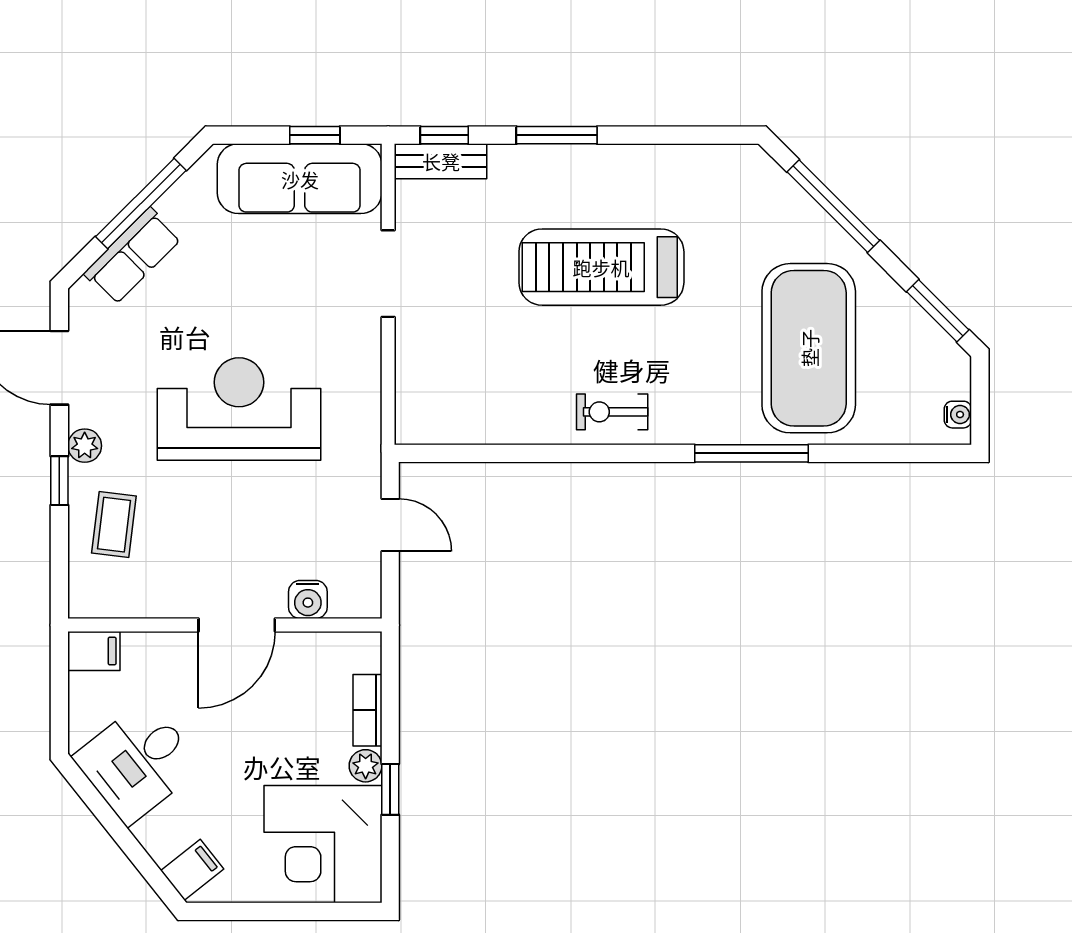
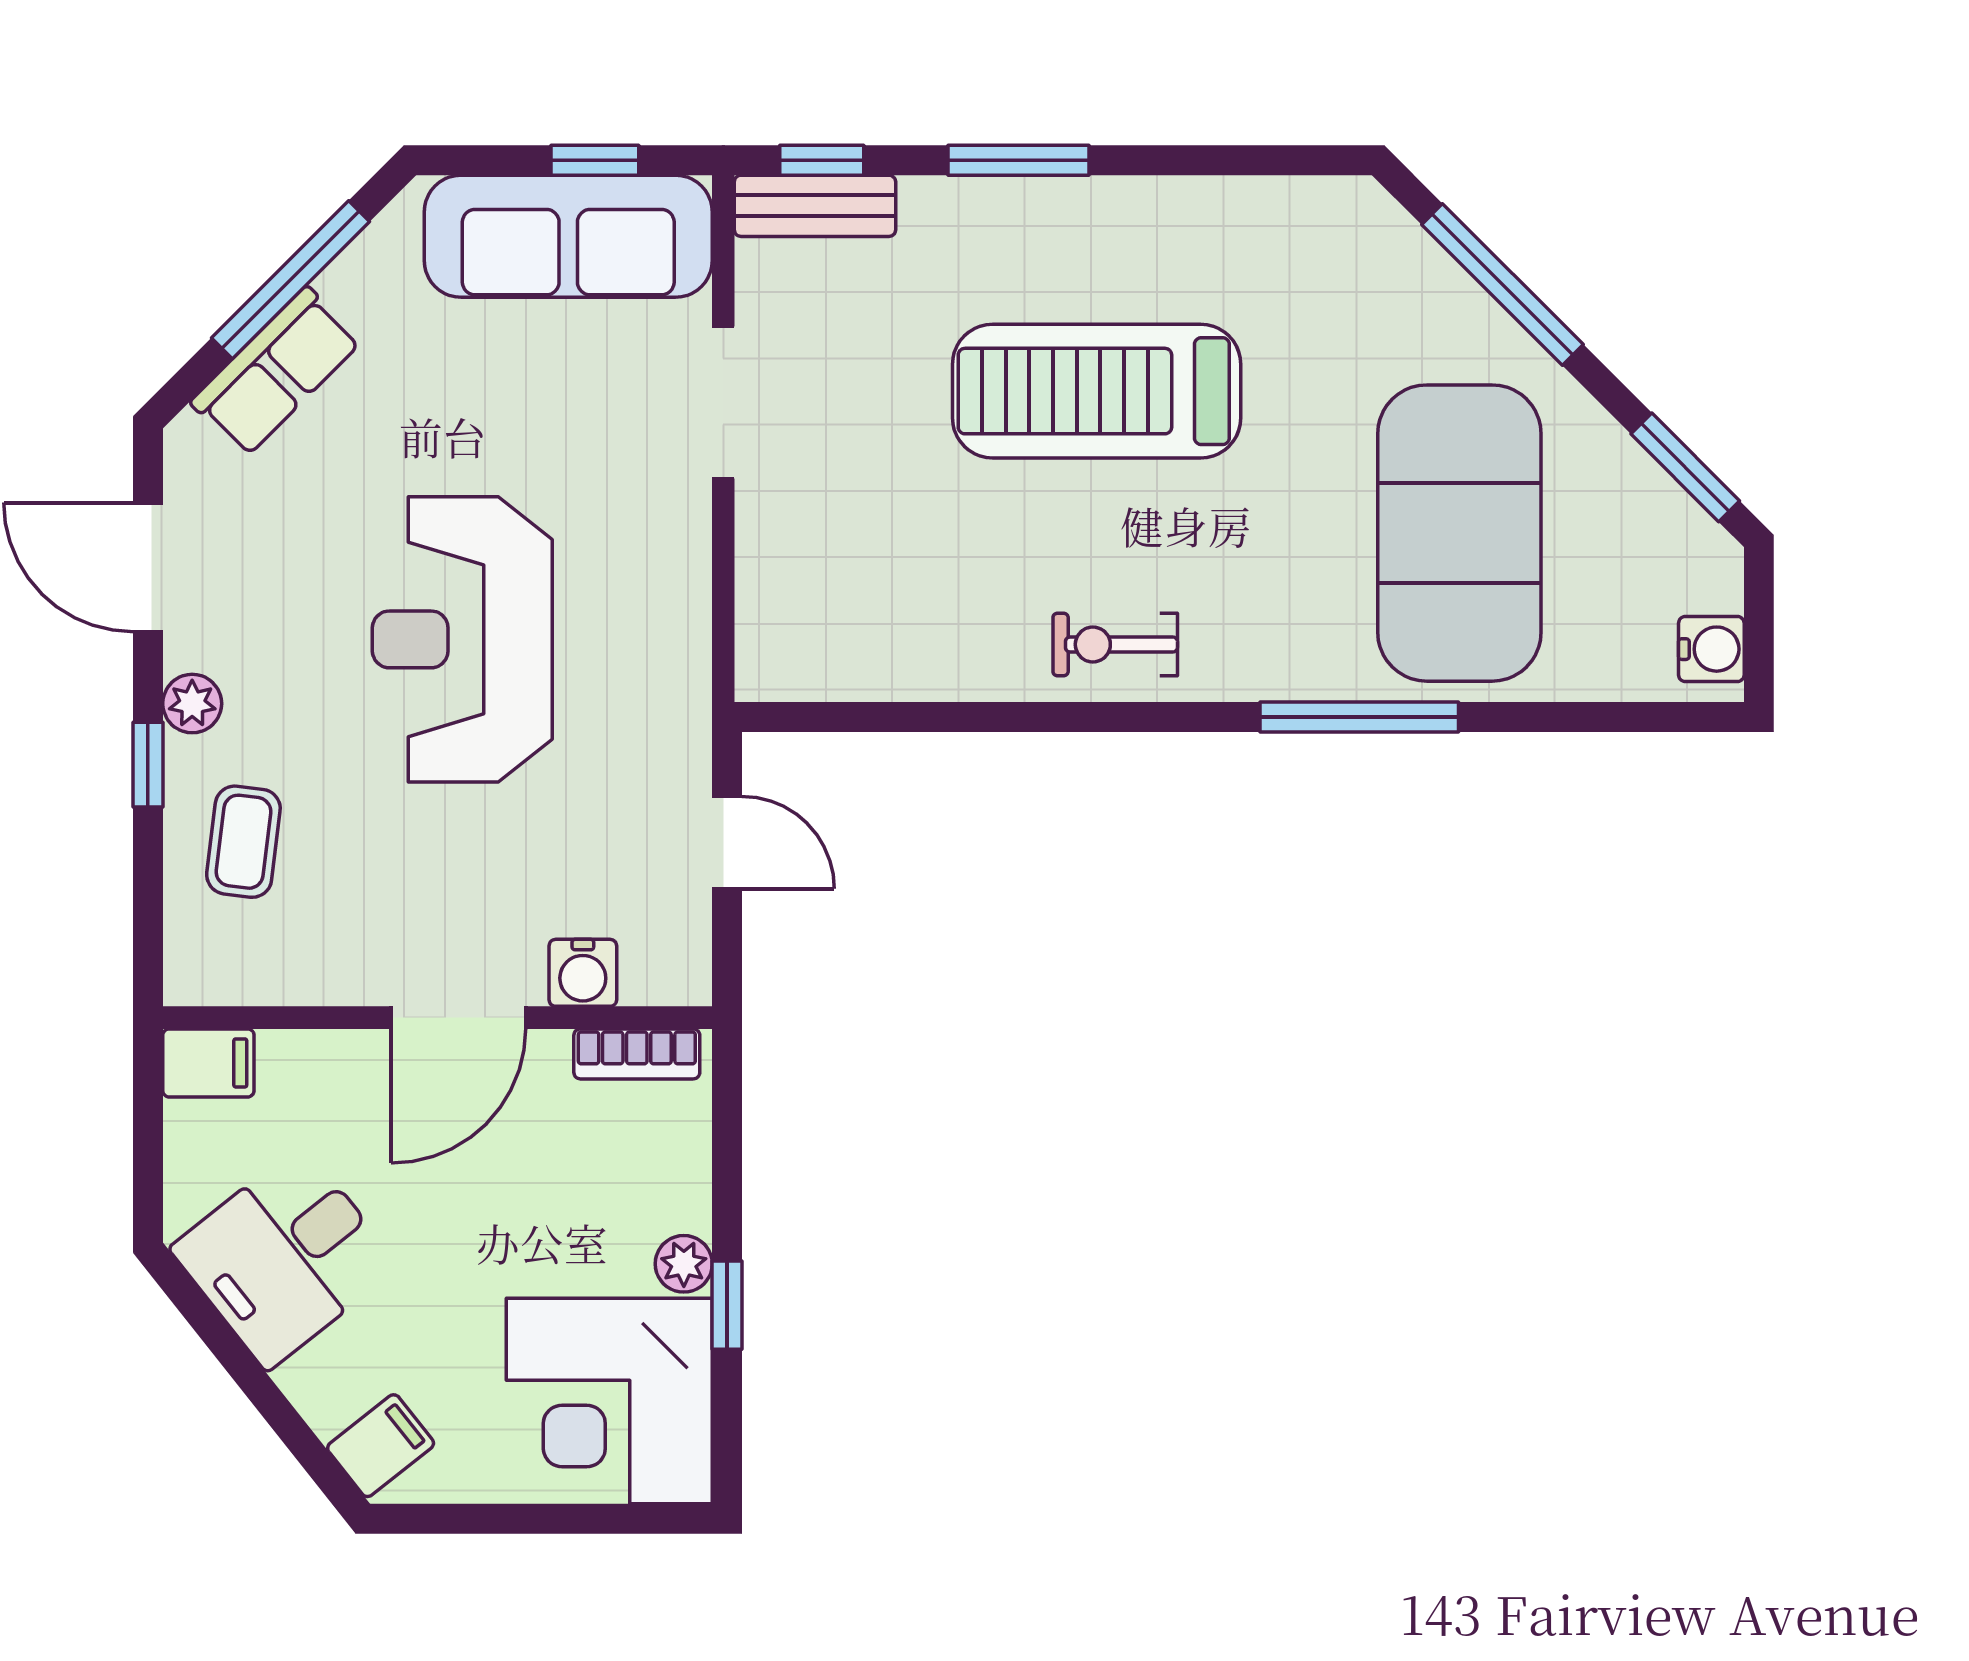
reception desk: (239, 409) -> (462, 639), turned -90
water cooler: (958, 415) -> (1711, 649), width x1.38, depth x1.38
bookcase: (367, 710) -> (637, 1054), moved, turned -90

